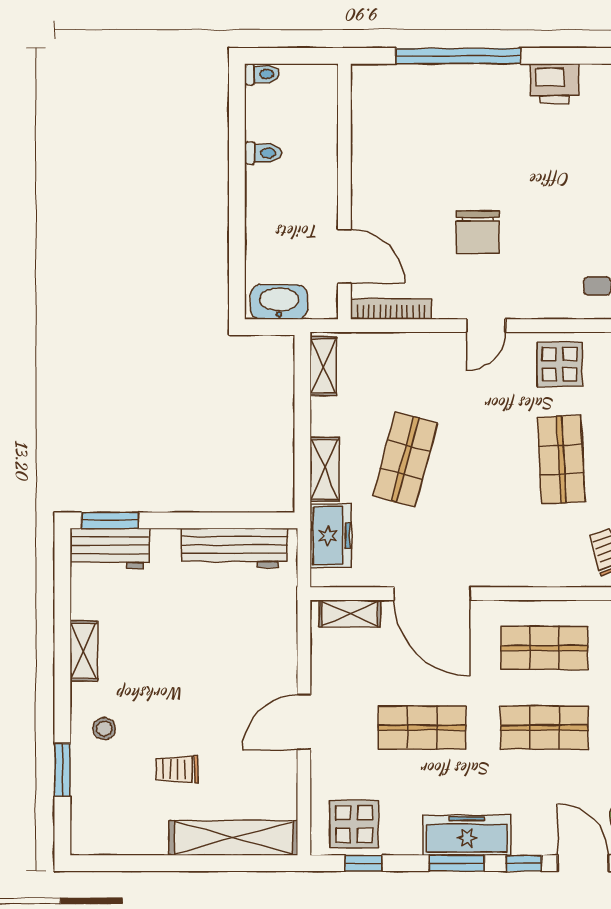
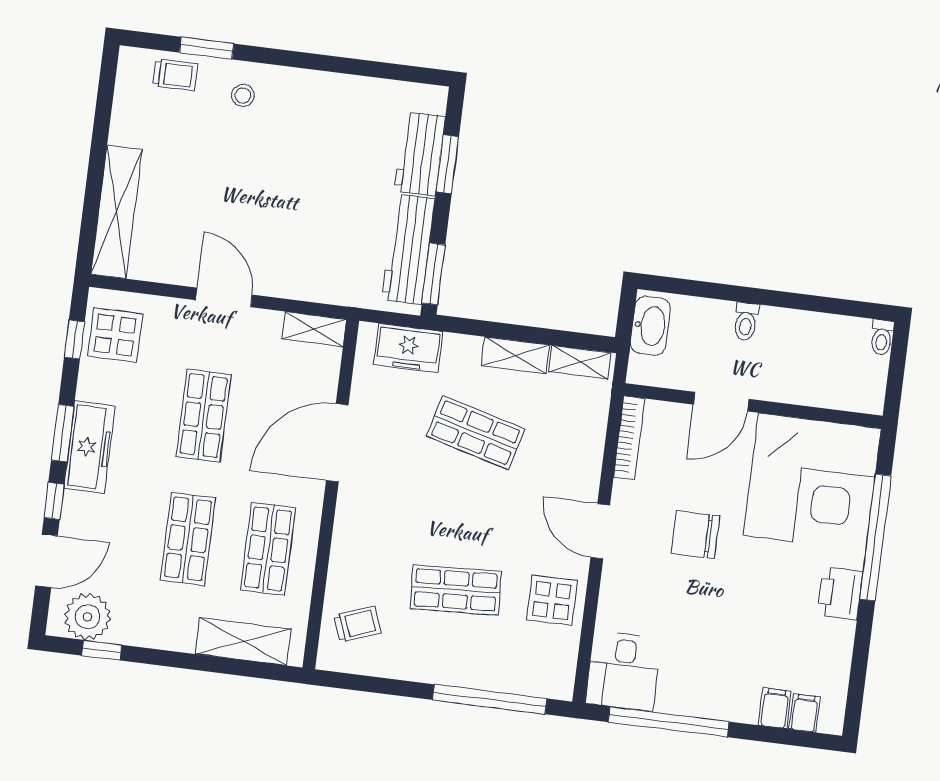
printer: (554, 84) -> (840, 593), moved
corner desk: (412, 125) -> (812, 482), added
toilet: (263, 153) -> (746, 321), moved
door: (344, 256) -> (721, 402), moved
door: (486, 326) -> (600, 531), width x1.38
shelving: (325, 469) -> (515, 355), moved
window: (110, 520) -> (447, 164), moved
window: (255, 520) -> (433, 274), added
workbench: (110, 549) -> (420, 154), moved
shelving: (350, 613) -> (314, 329), moved, turned 90
shelving: (84, 651) -> (324, 85), removed
trolley: (177, 769) -> (175, 75), moved, turned 90

